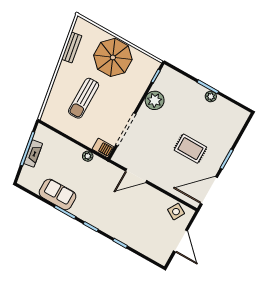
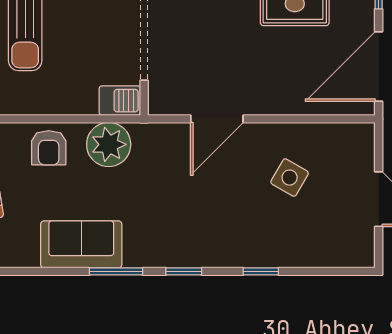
armchair: (66, 151) -> (49, 148), added
plant: (88, 156) -> (109, 144), width x1.88, depth x1.88
side table: (176, 212) -> (290, 178), moved

